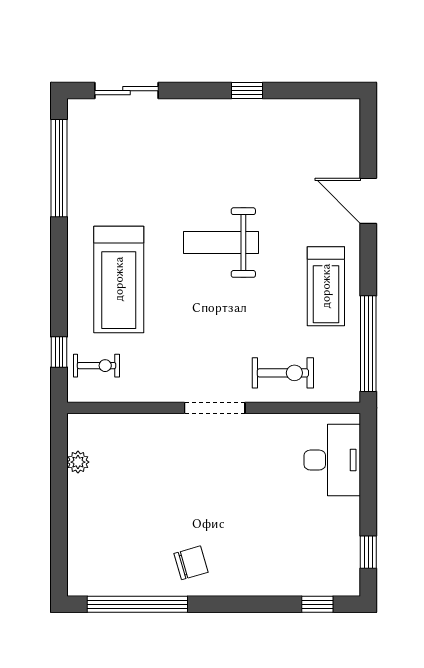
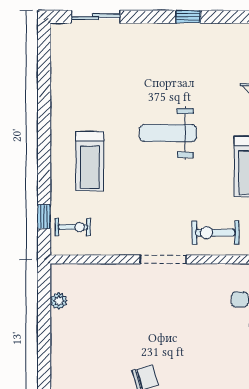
window: (59, 168) -> (44, 76), removed
treadmill: (119, 279) -> (90, 161), width x0.73, depth x0.73
exercise bike: (283, 373) -> (215, 233), turned 180

